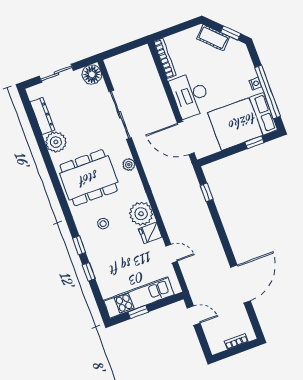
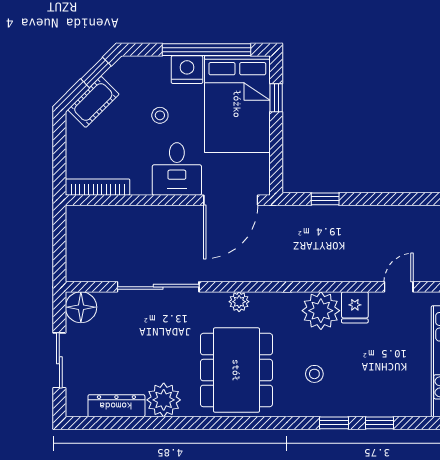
stool: (220, 79) -> (160, 115), added
nightstand: (255, 84) -> (187, 70), width x1.89, depth x1.79
desk: (190, 95) -> (177, 169), width x0.73

